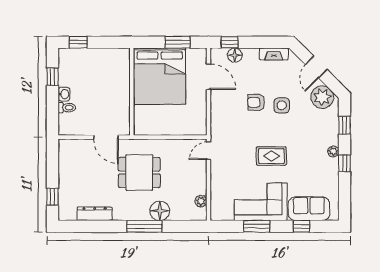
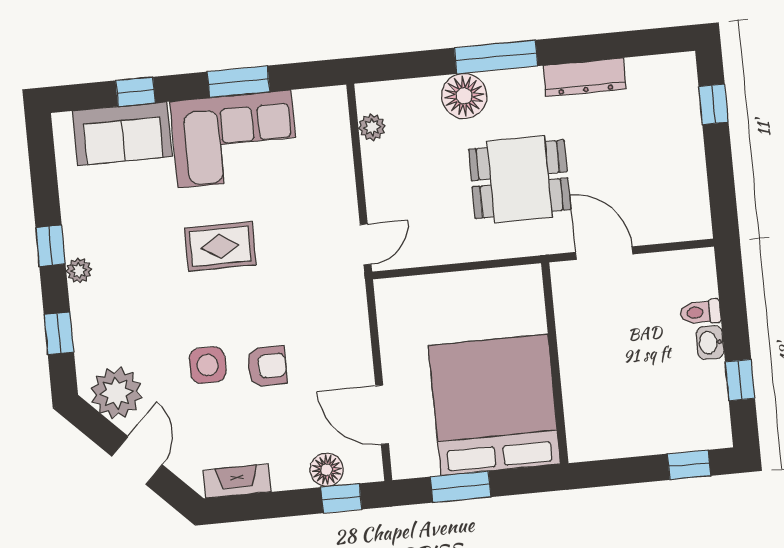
dresser: (95, 214) -> (585, 77), moved

